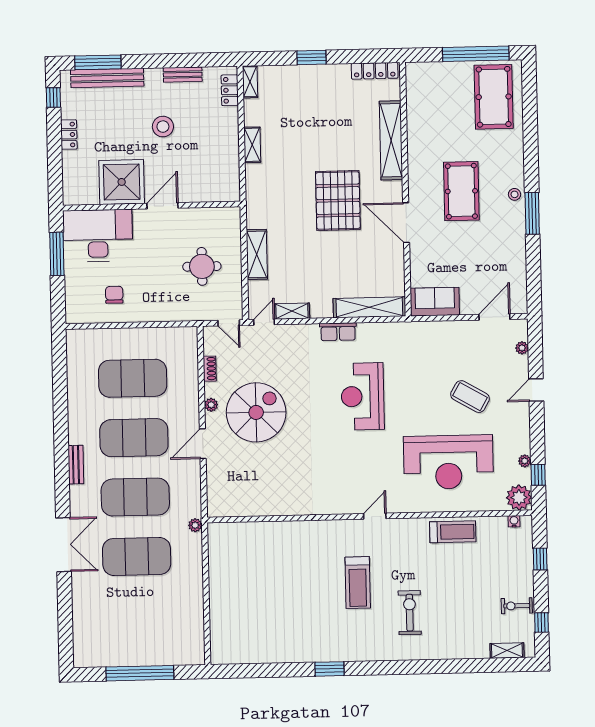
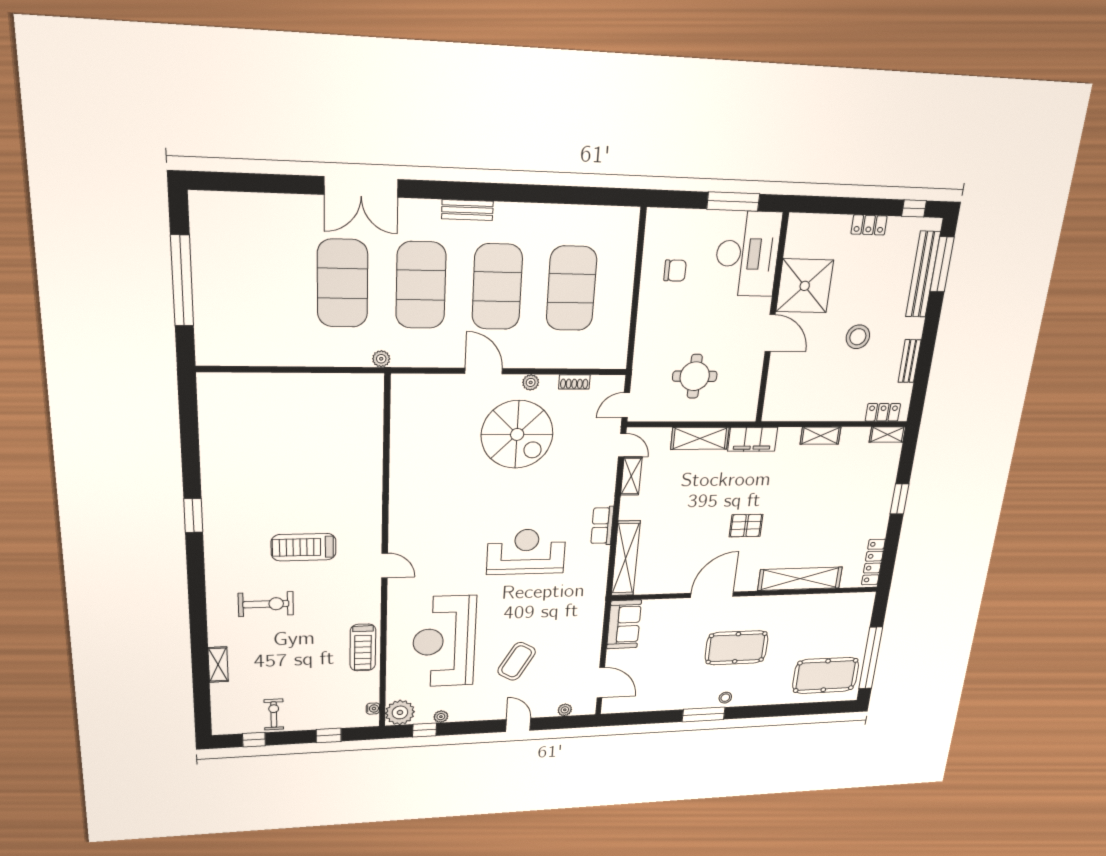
pallet: (338, 201) -> (746, 526), width x0.49, depth x0.50
filing cabinet: (257, 207) -> (753, 439), added
shelving: (507, 651) -> (218, 665), moved

